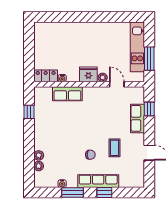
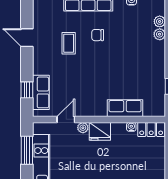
door: (117, 84) -> (66, 119), swing flipped
row of seats: (138, 118) -> (41, 92), moved

